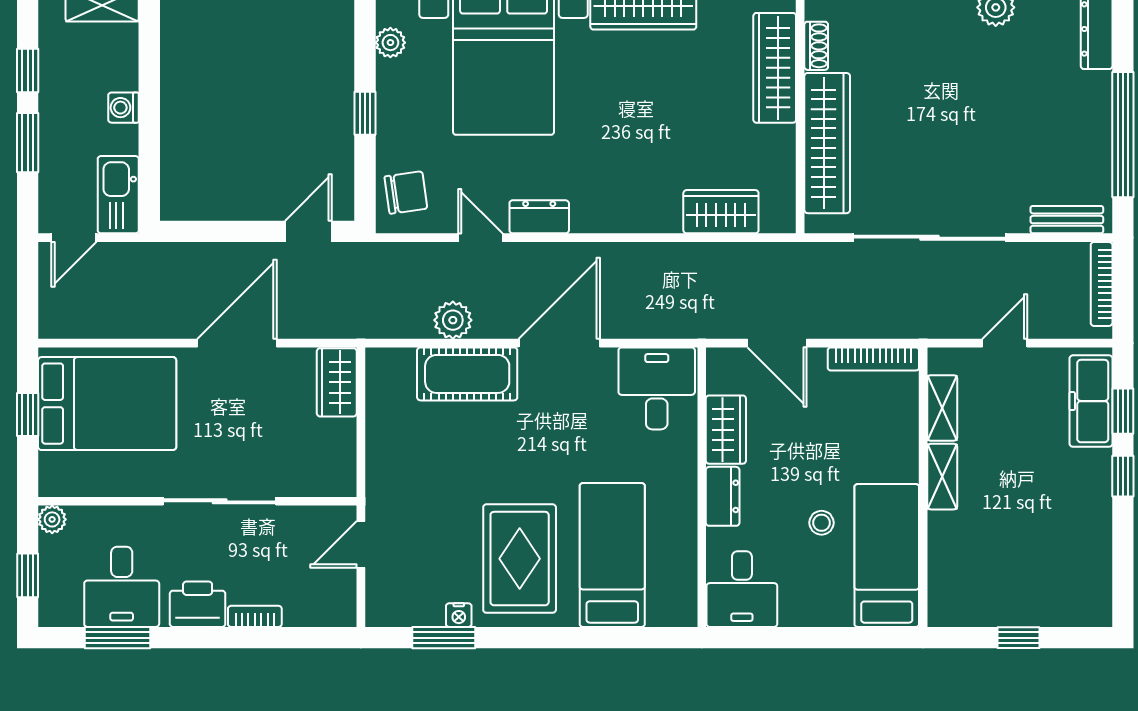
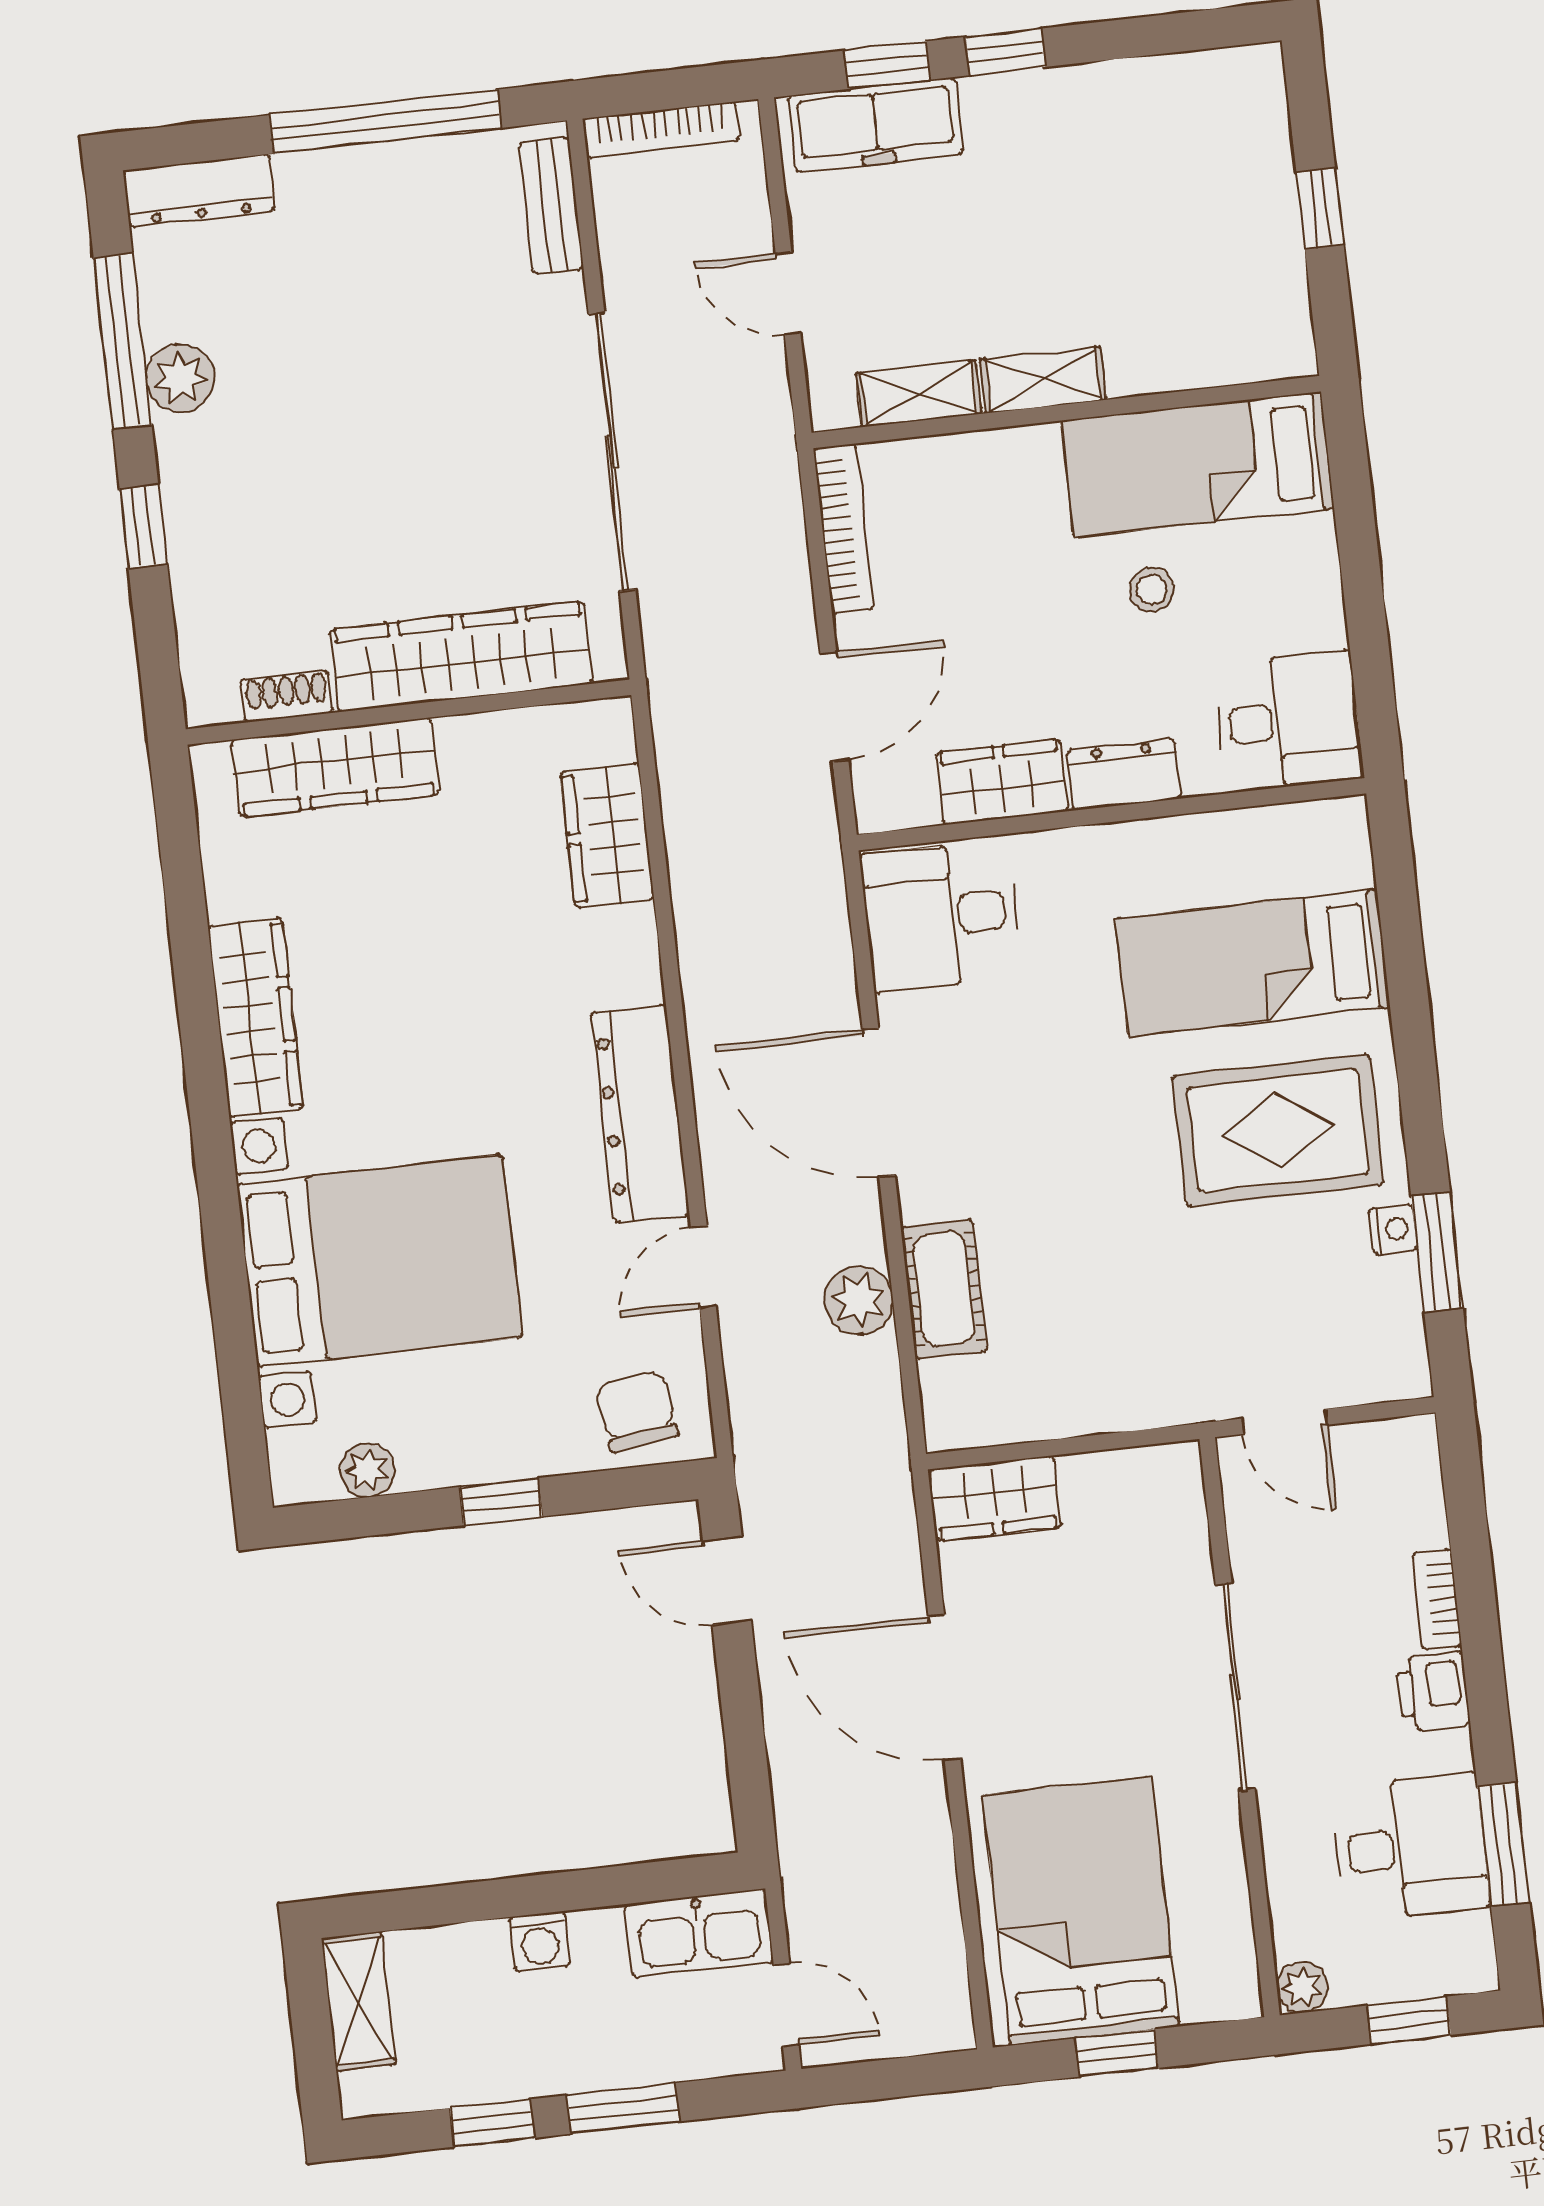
dresser: (539, 217) -> (640, 1114), width x1.96, depth x1.24
cot: (467, 374) -> (944, 1289), width x0.73, depth x0.75
printer: (198, 604) -> (1433, 1692), width x0.73, depth x0.81

